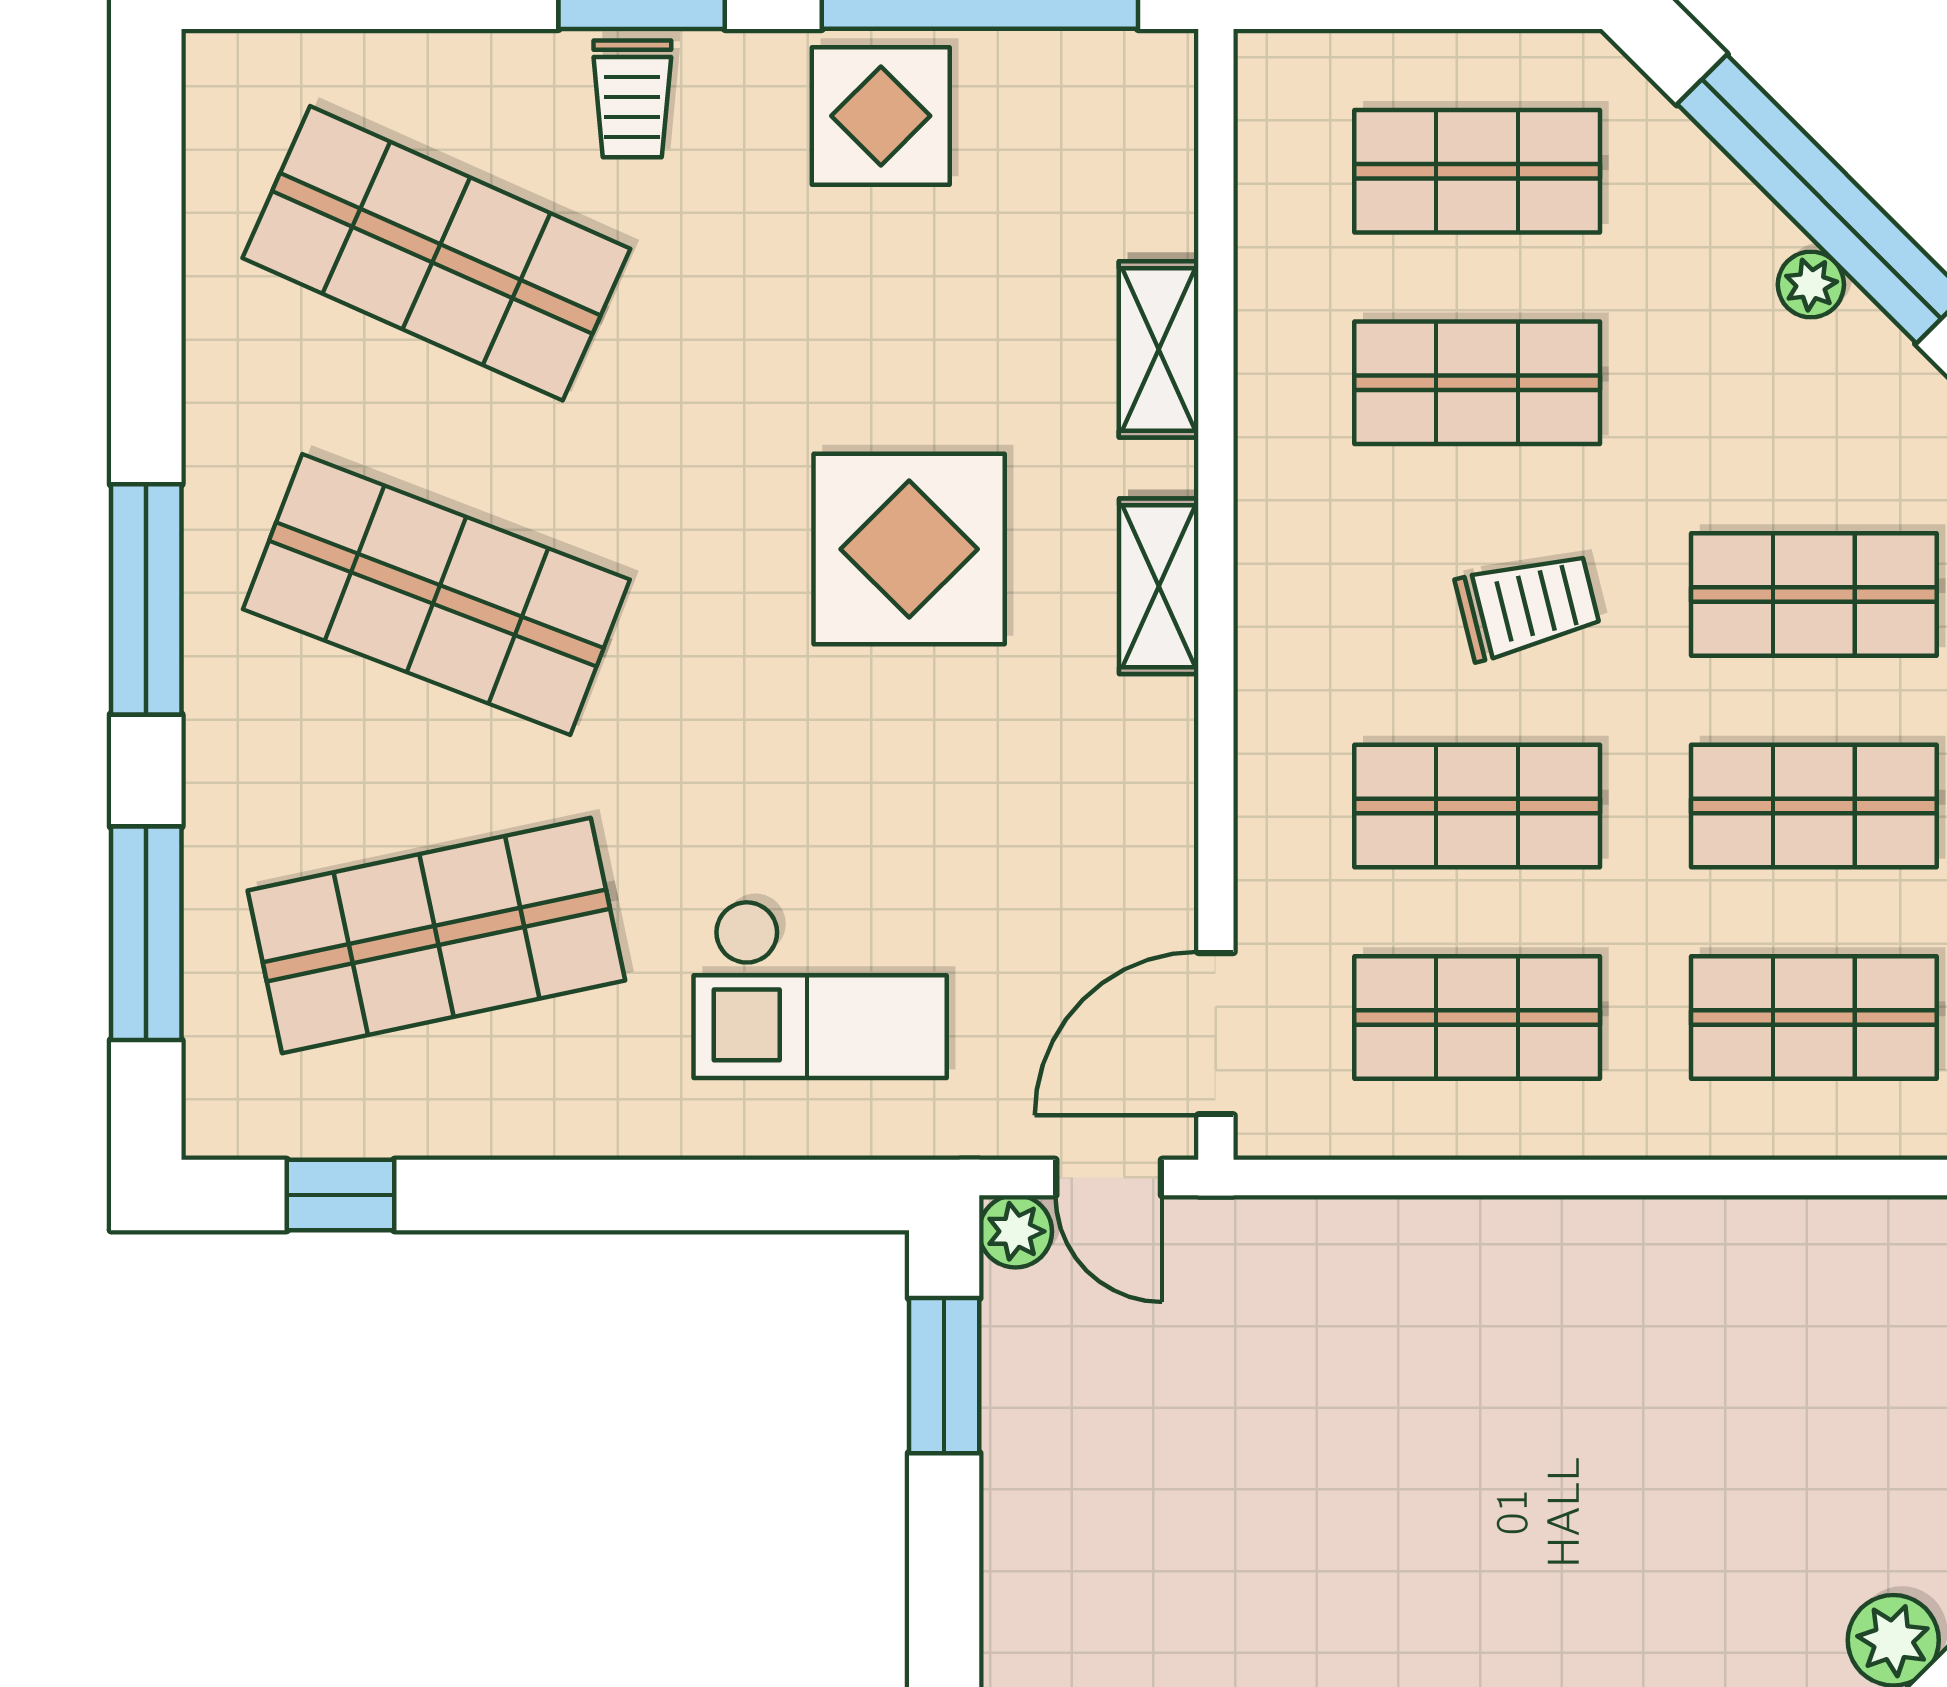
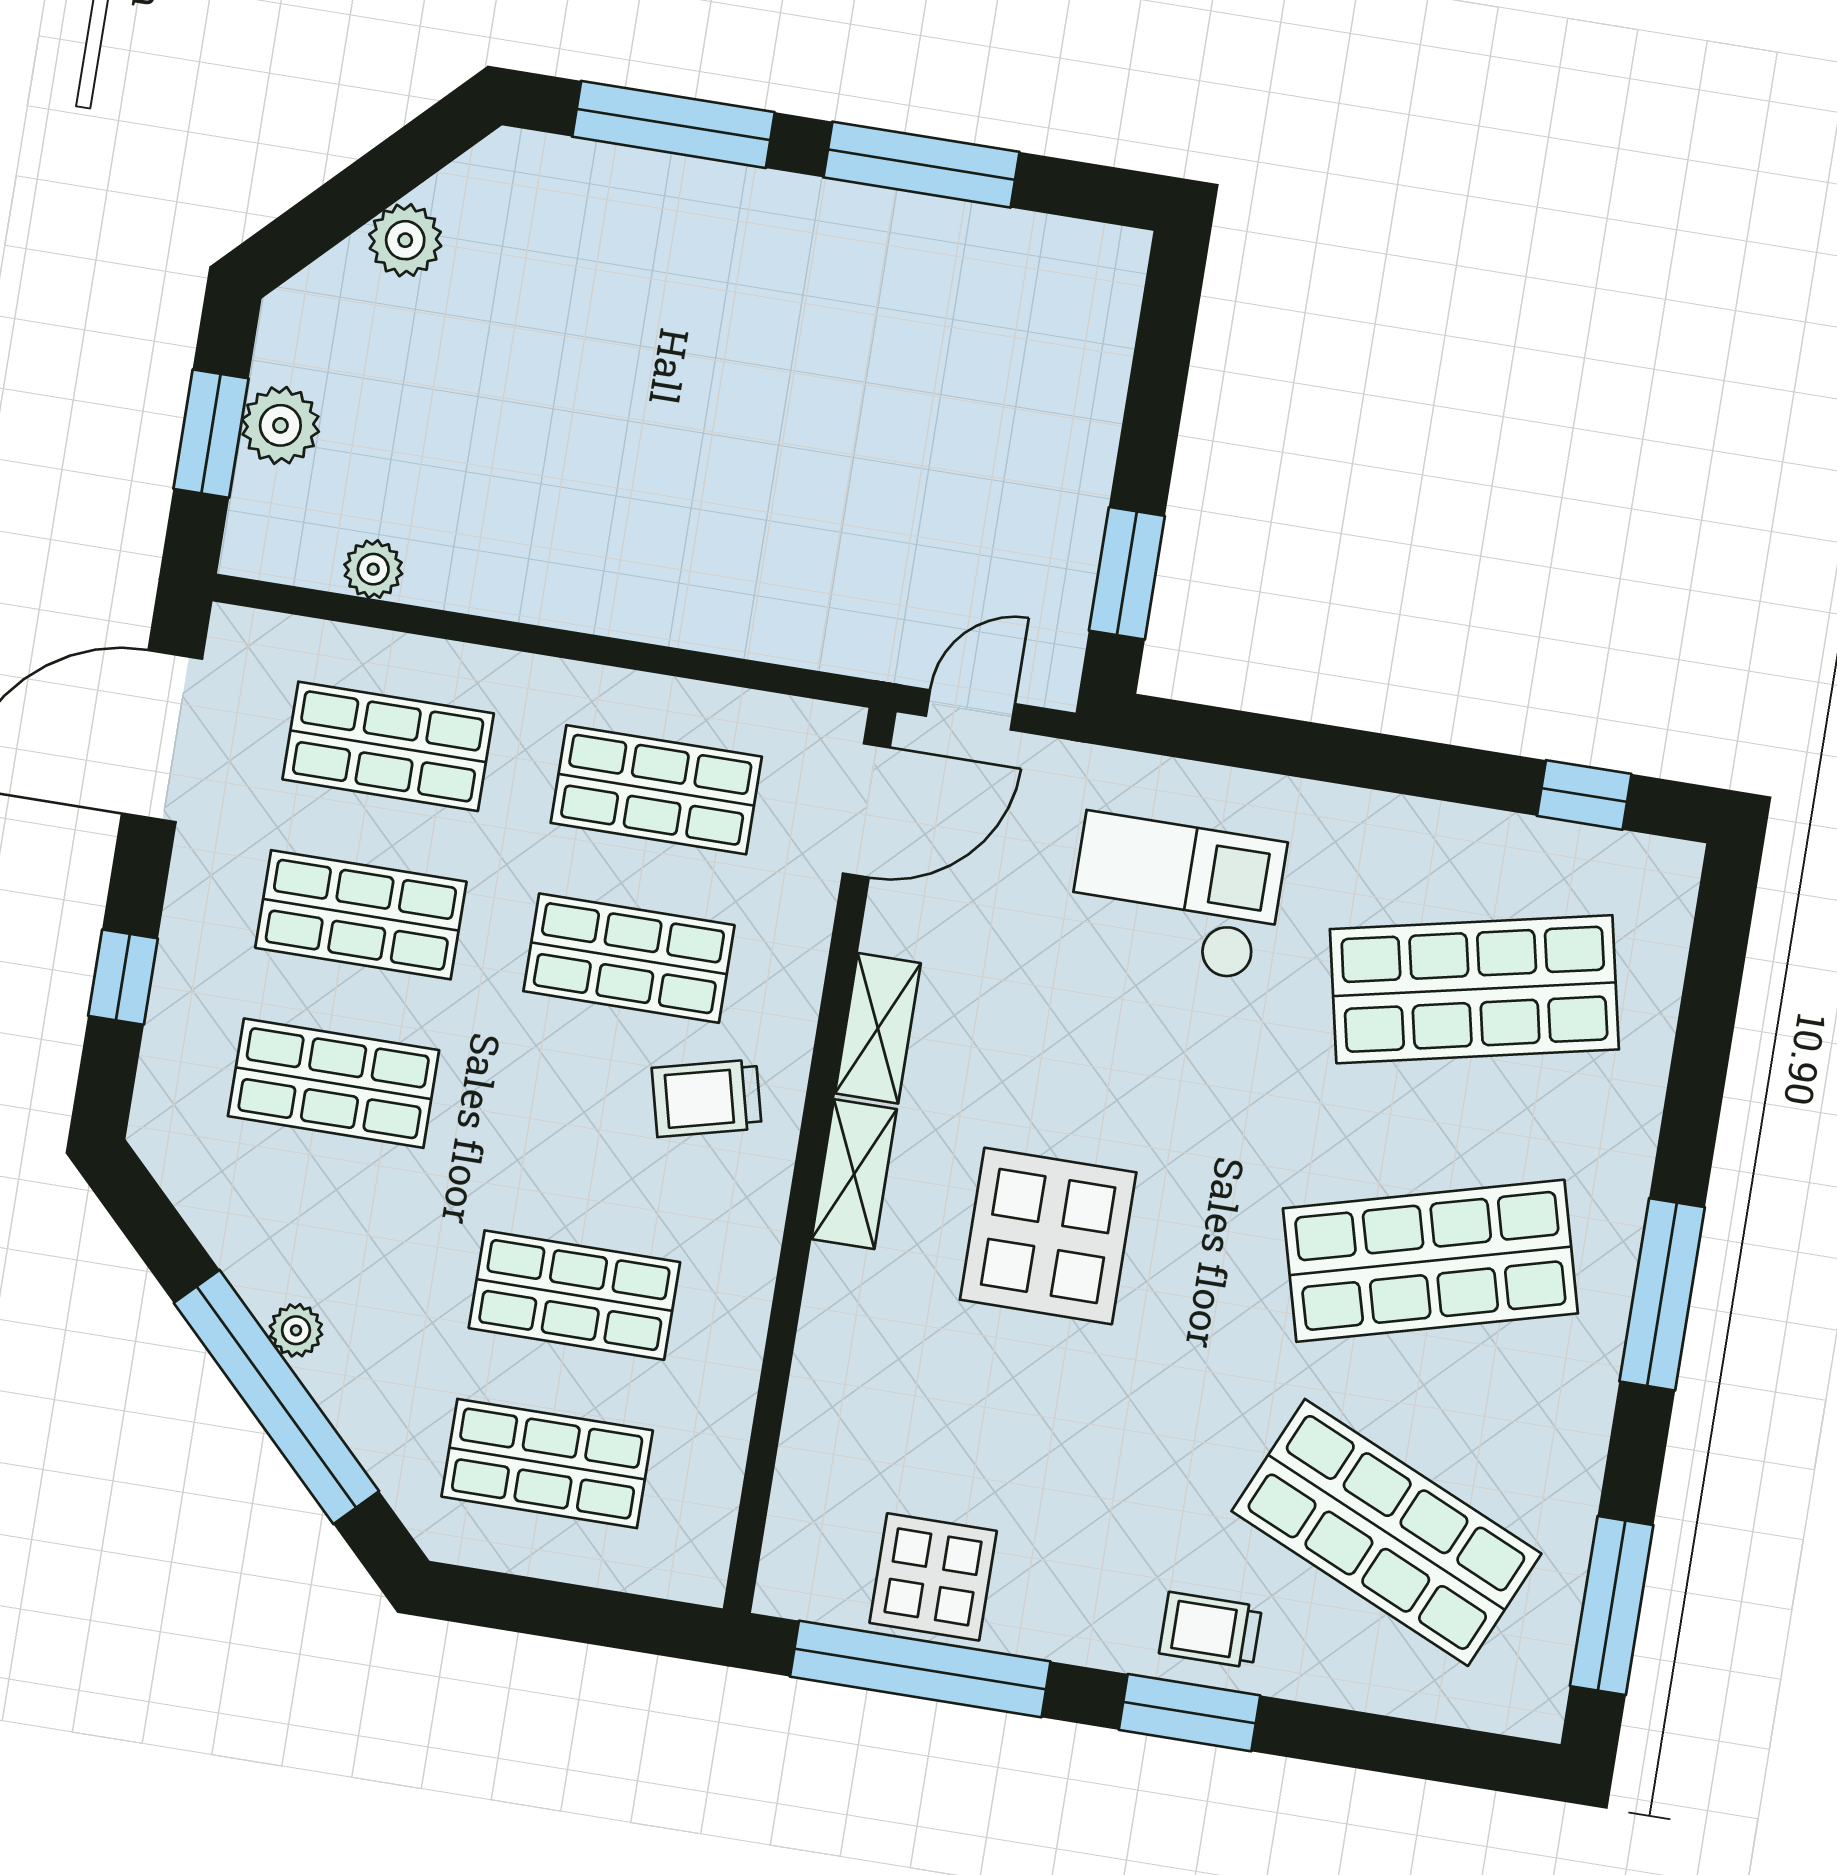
trolley: (632, 99) -> (1210, 1630), turned -90
display table: (881, 116) -> (933, 1577), moved
shelving: (1159, 349) -> (878, 1028), moved
shop shelf: (436, 594) -> (1430, 1261), turned -36
trolley: (1528, 605) -> (707, 1098), moved
window: (146, 933) -> (1612, 1606), moved
door: (1109, 1177) -> (970, 710), hinge flipped
plant: (1015, 1231) -> (373, 569), moved

